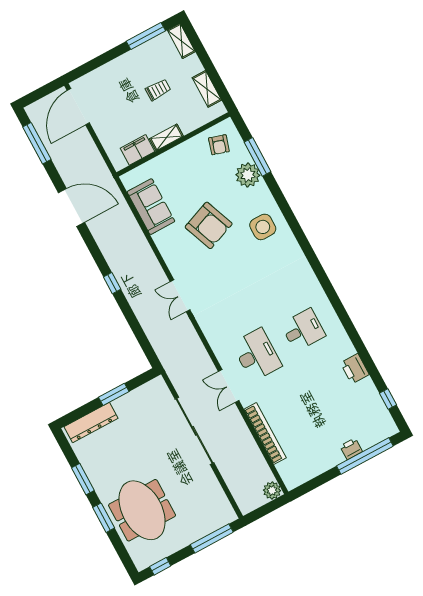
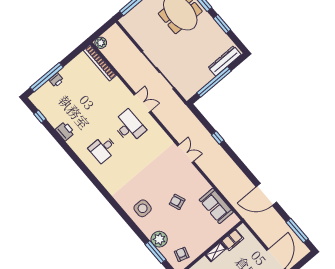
armchair: (209, 225) -> (177, 202), width x0.53, depth x0.53
window: (112, 283) -> (218, 138), moved
desk: (257, 355) -> (129, 127), turned 180
window: (114, 394) -> (214, 82), width x2.11
bookcase: (265, 434) -> (100, 63), moved

